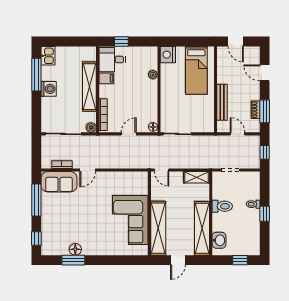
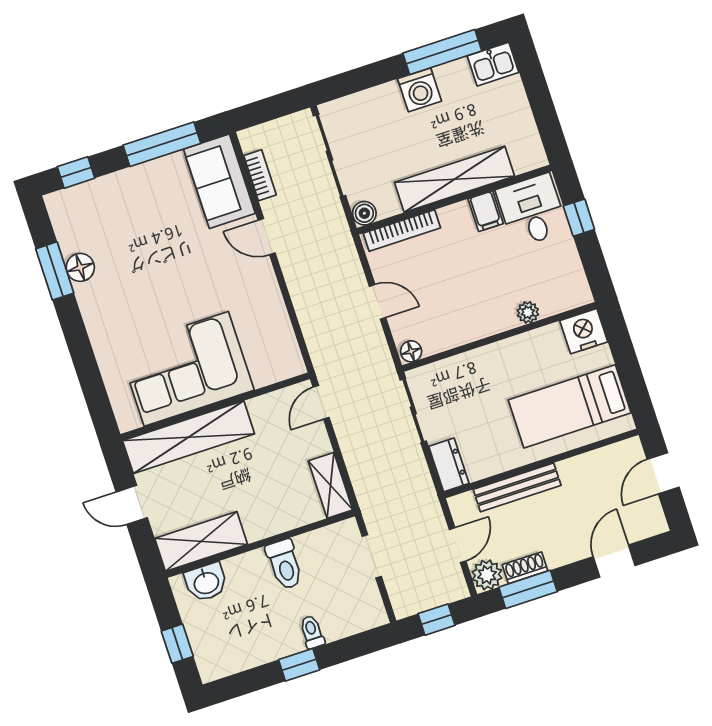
plant: (253, 126) -> (487, 575), added
dresser: (204, 127) -> (449, 465), added
shelving: (202, 228) -> (201, 541), width x0.68

